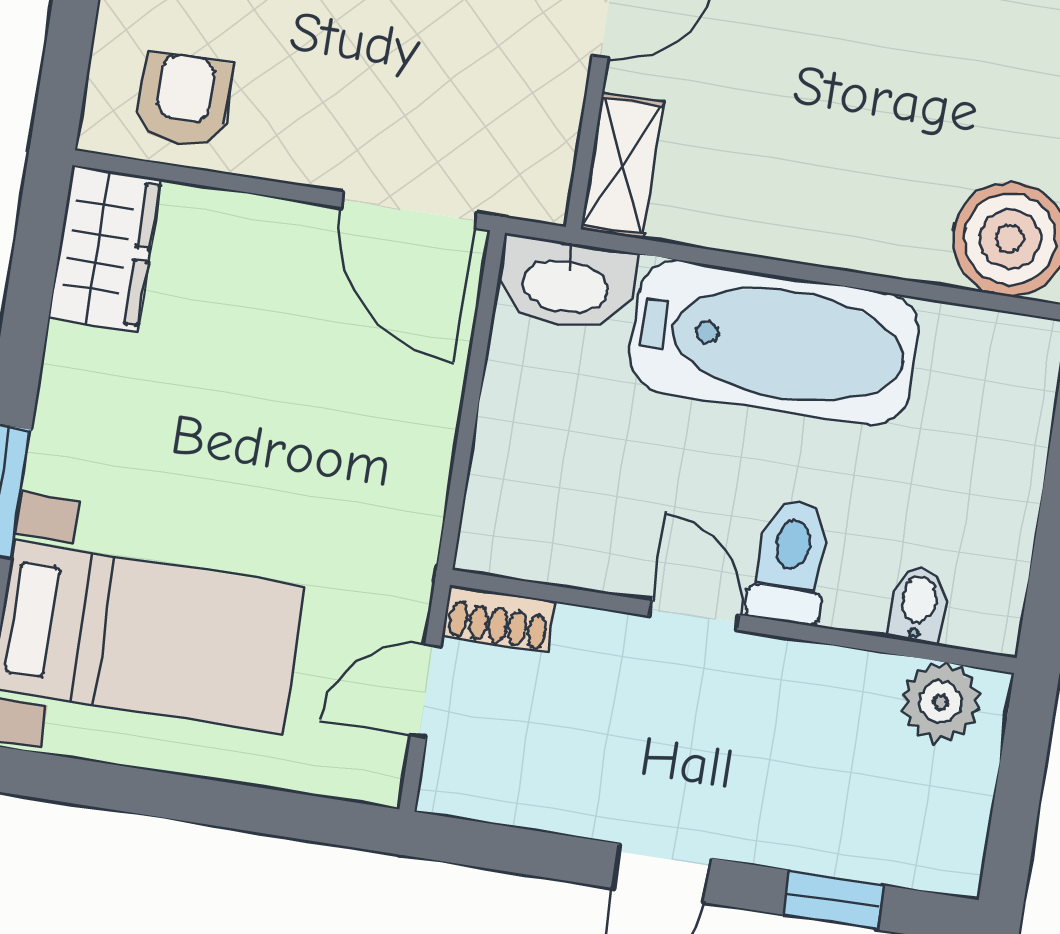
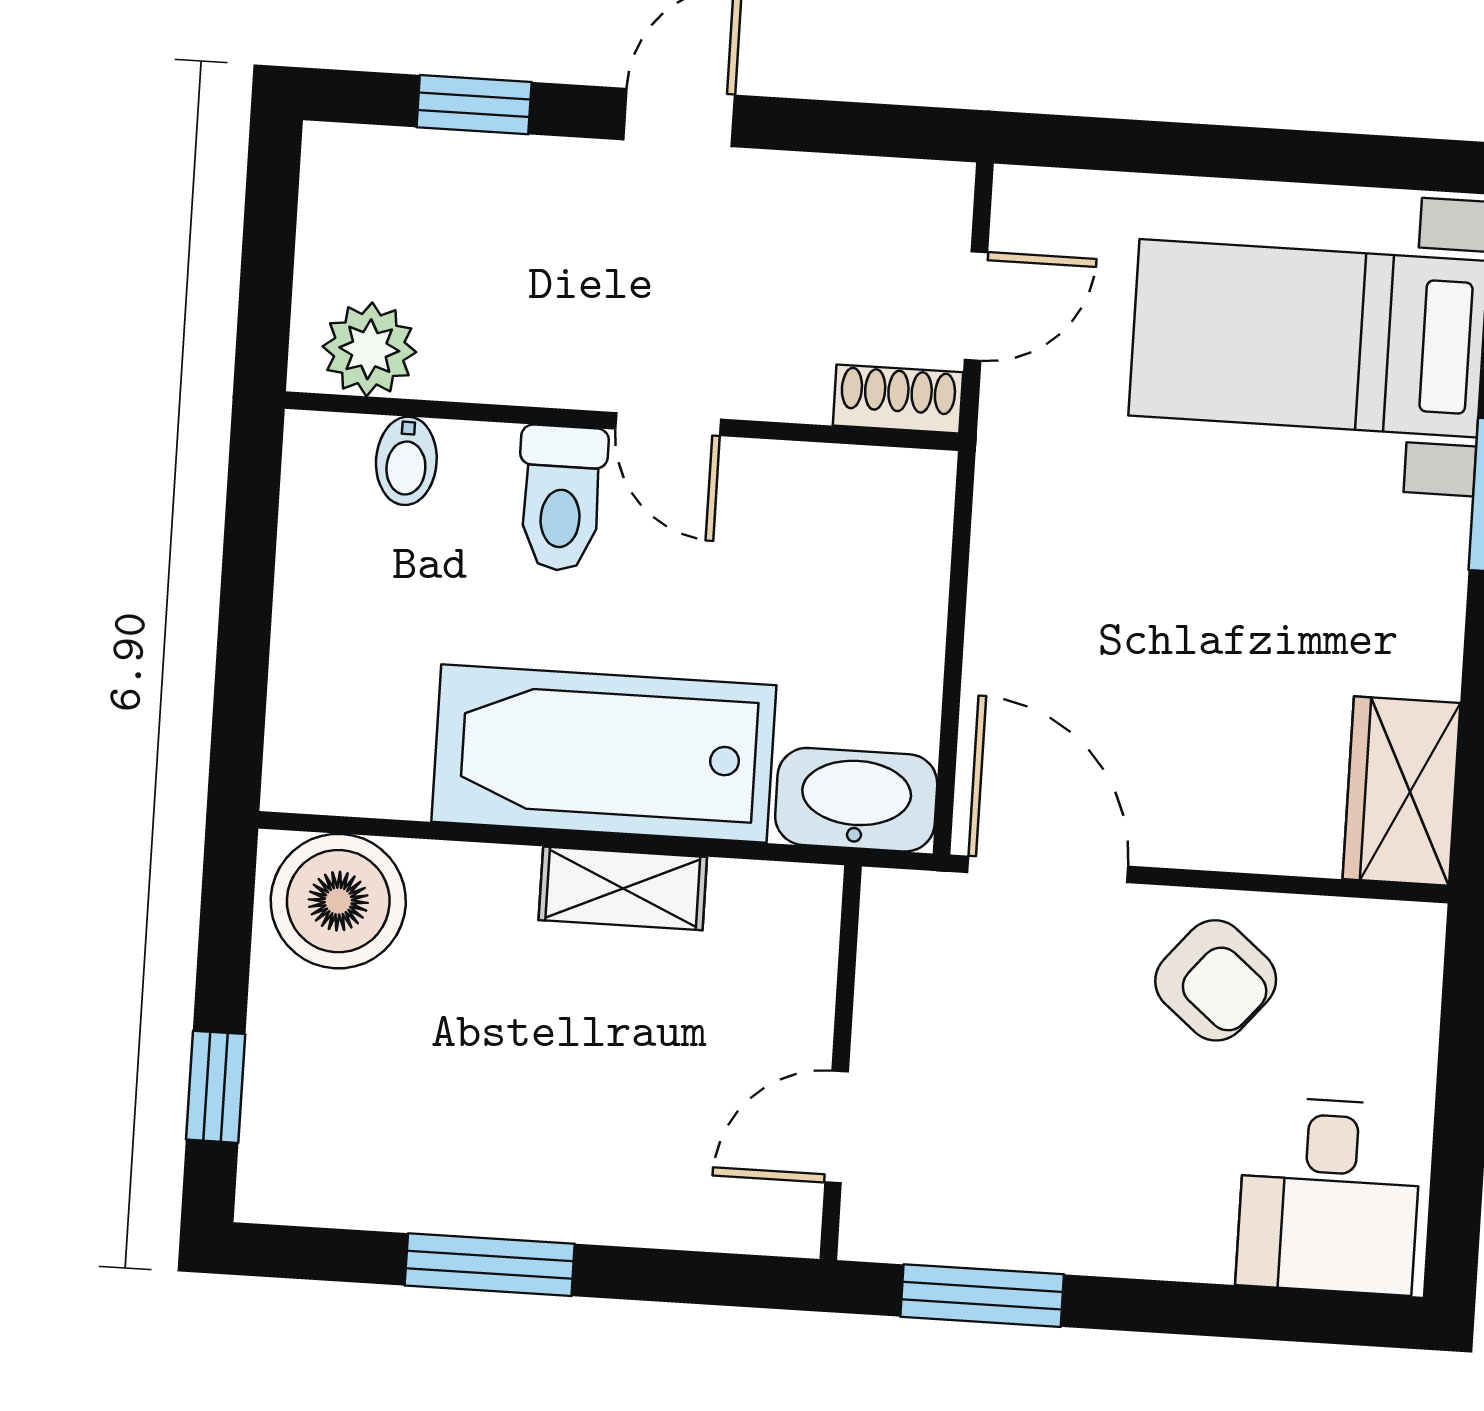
armchair: (184, 100) -> (1216, 980), moved, turned -50
shelving: (622, 166) -> (623, 888), moved, turned 90

